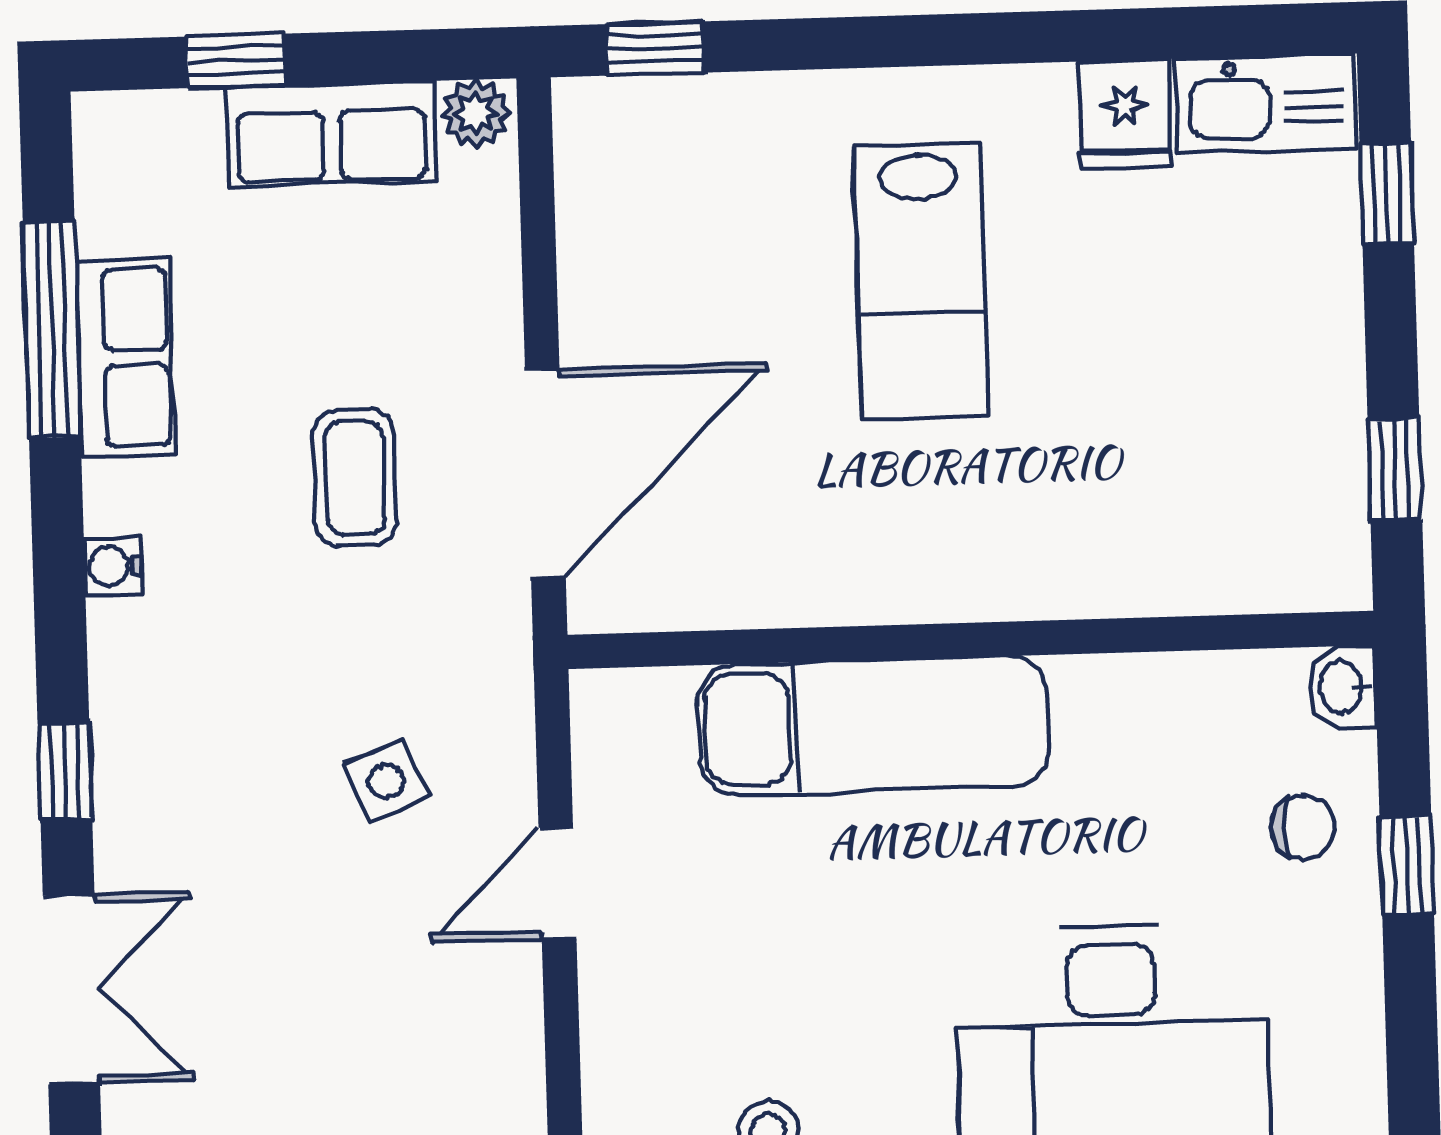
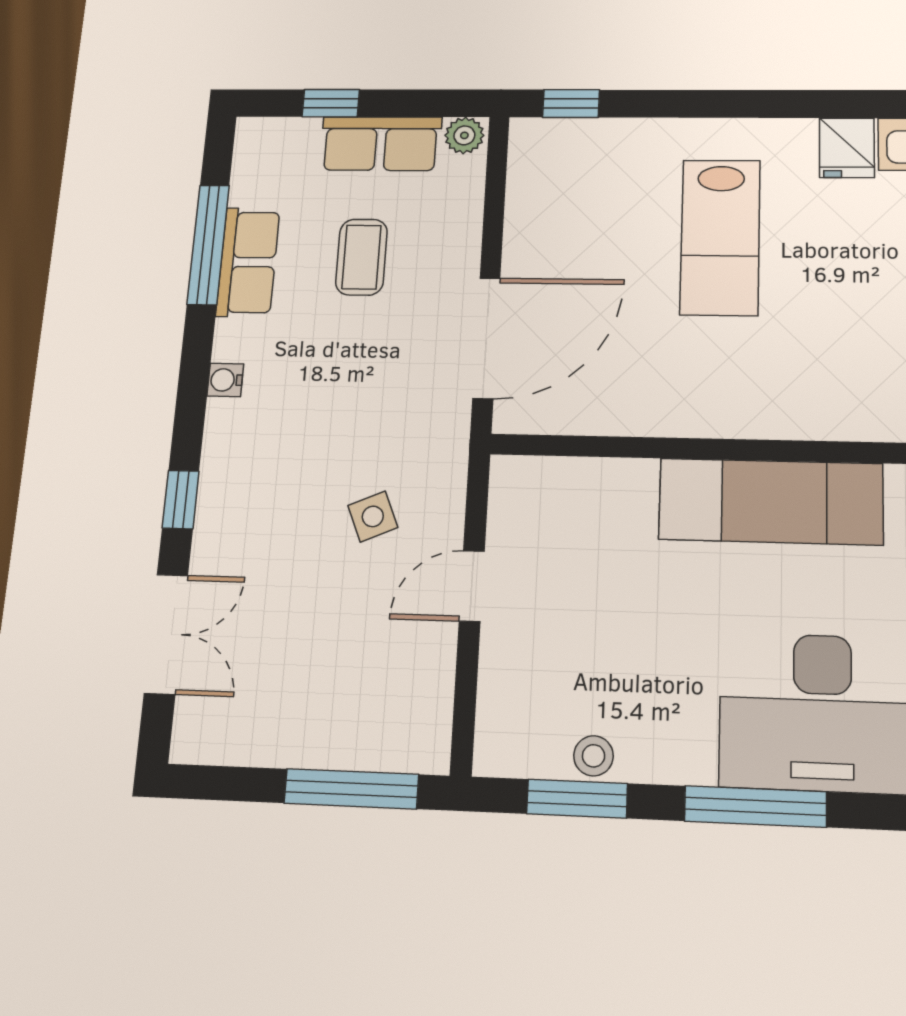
coffee table: (355, 478) -> (361, 257), moved
exam couch: (874, 725) -> (771, 501), moved

